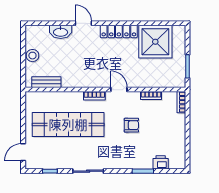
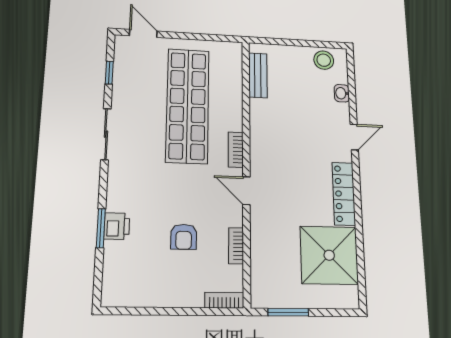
washbasin: (61, 32) -> (342, 93), width x0.52, depth x0.69
stool: (32, 56) -> (324, 60), moved
door: (119, 90) -> (246, 191), swing flipped
armchair: (131, 125) -> (184, 237), moved
printer: (161, 162) -> (117, 226), moved

